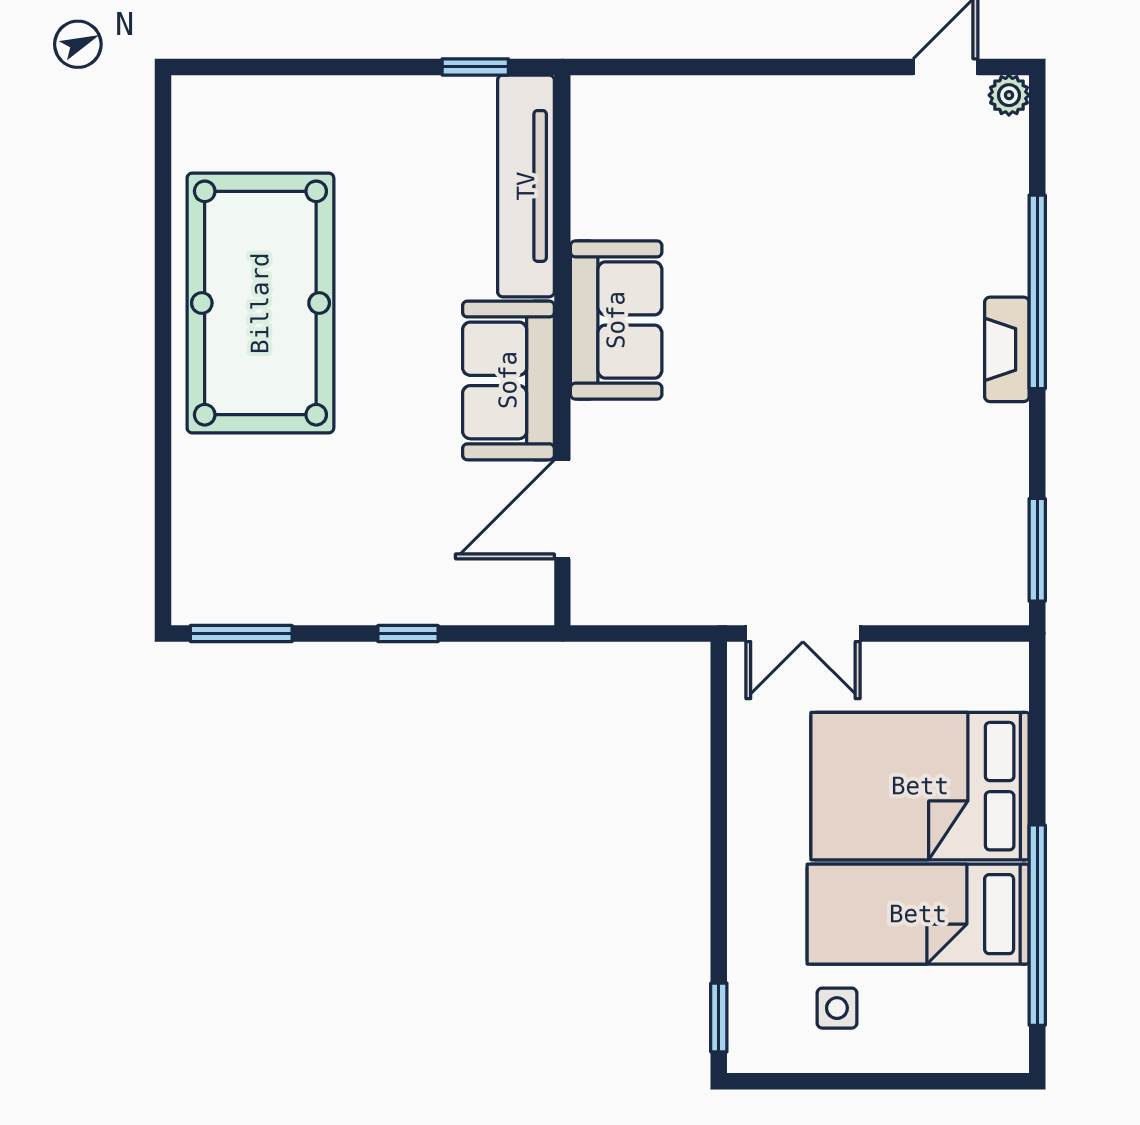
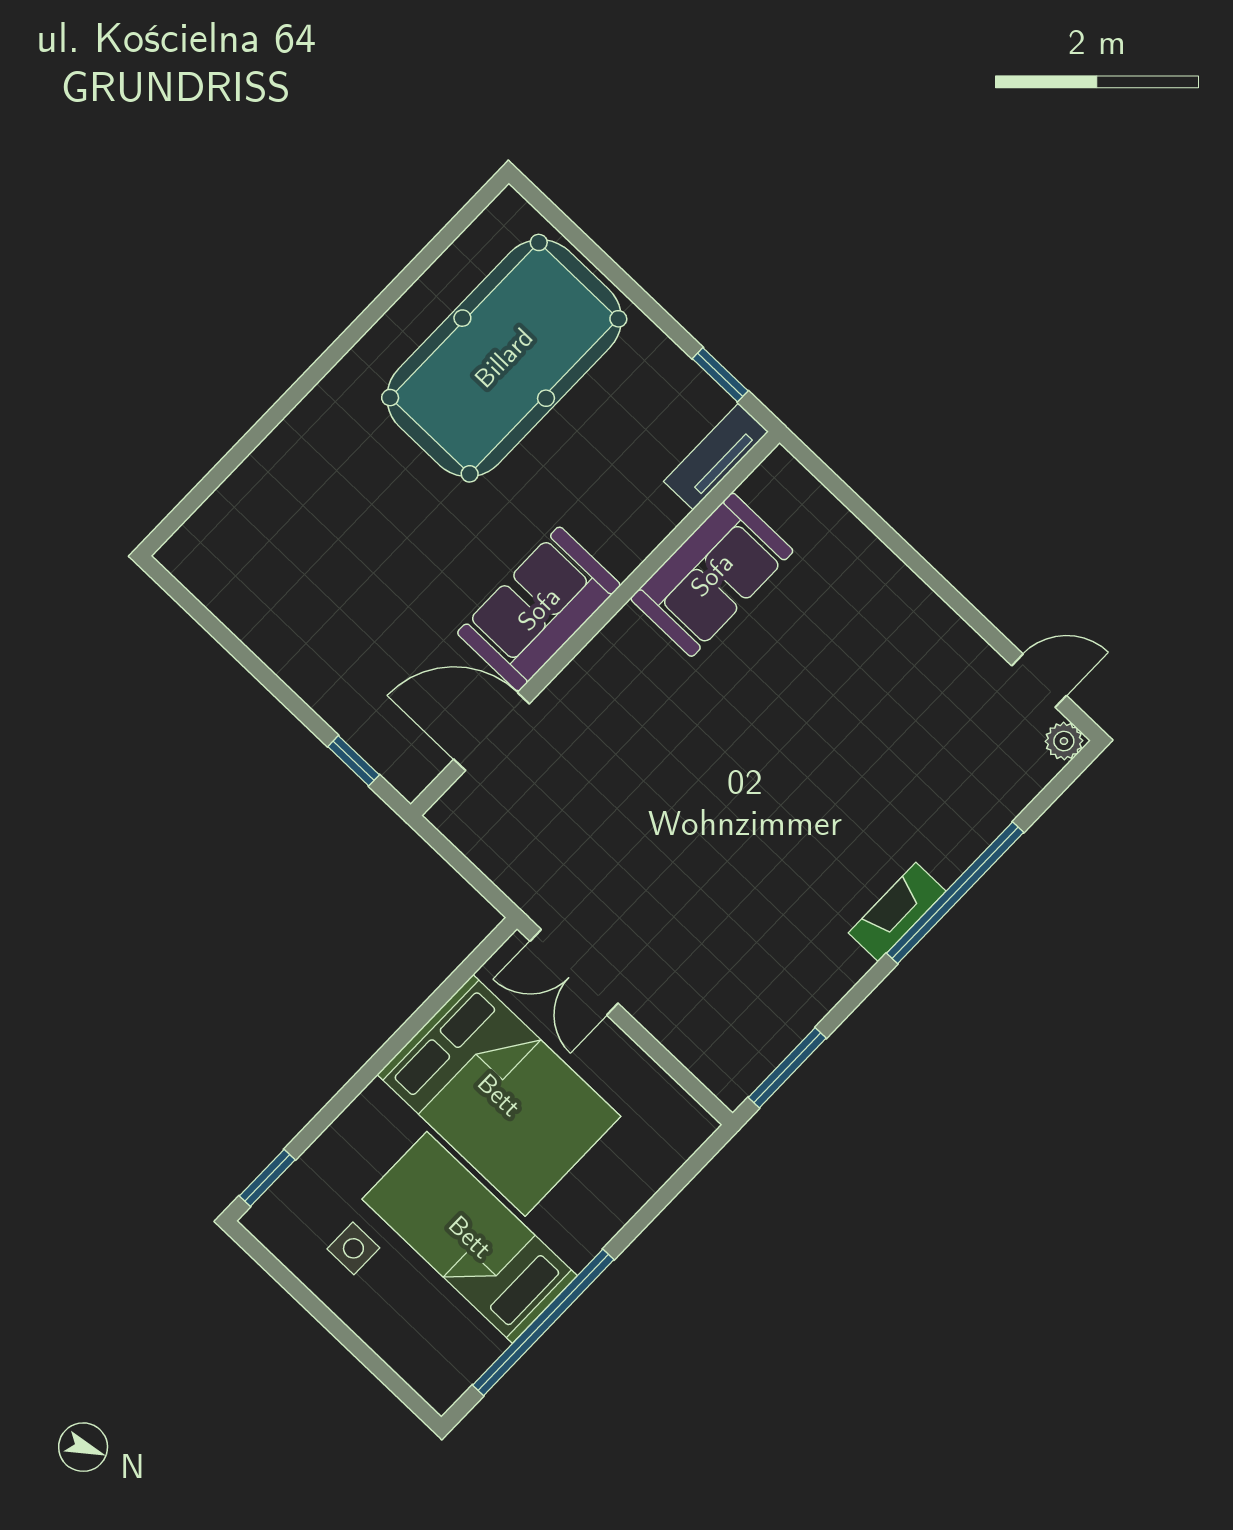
tv unit: (526, 186) -> (716, 457), width x0.52, depth x0.78
pool table: (260, 303) -> (504, 358), moved
sofa: (616, 320) -> (712, 575), moved
window: (241, 633) -> (193, 607), removed
window: (408, 633) -> (354, 761), moved
bed: (920, 786) -> (499, 1095), moved, turned 180

